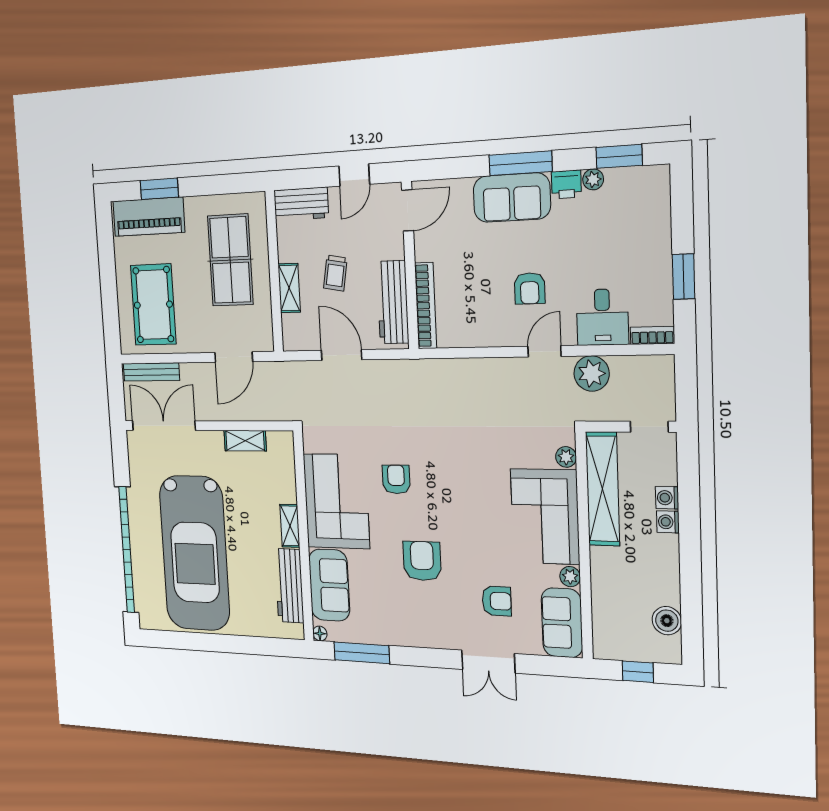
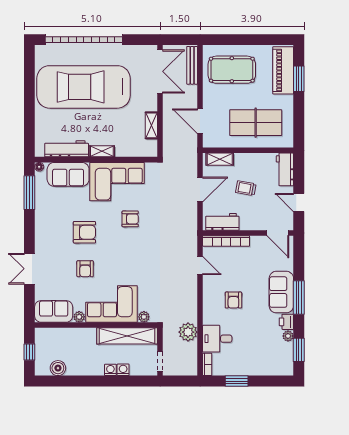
shelving: (289, 288) -> (220, 159), moved
armchair: (530, 288) -> (233, 300), turned -90
workbench: (393, 302) -> (222, 222), width x0.73
door: (545, 351) -> (200, 266), moved
armchair: (497, 601) -> (85, 269), moved

